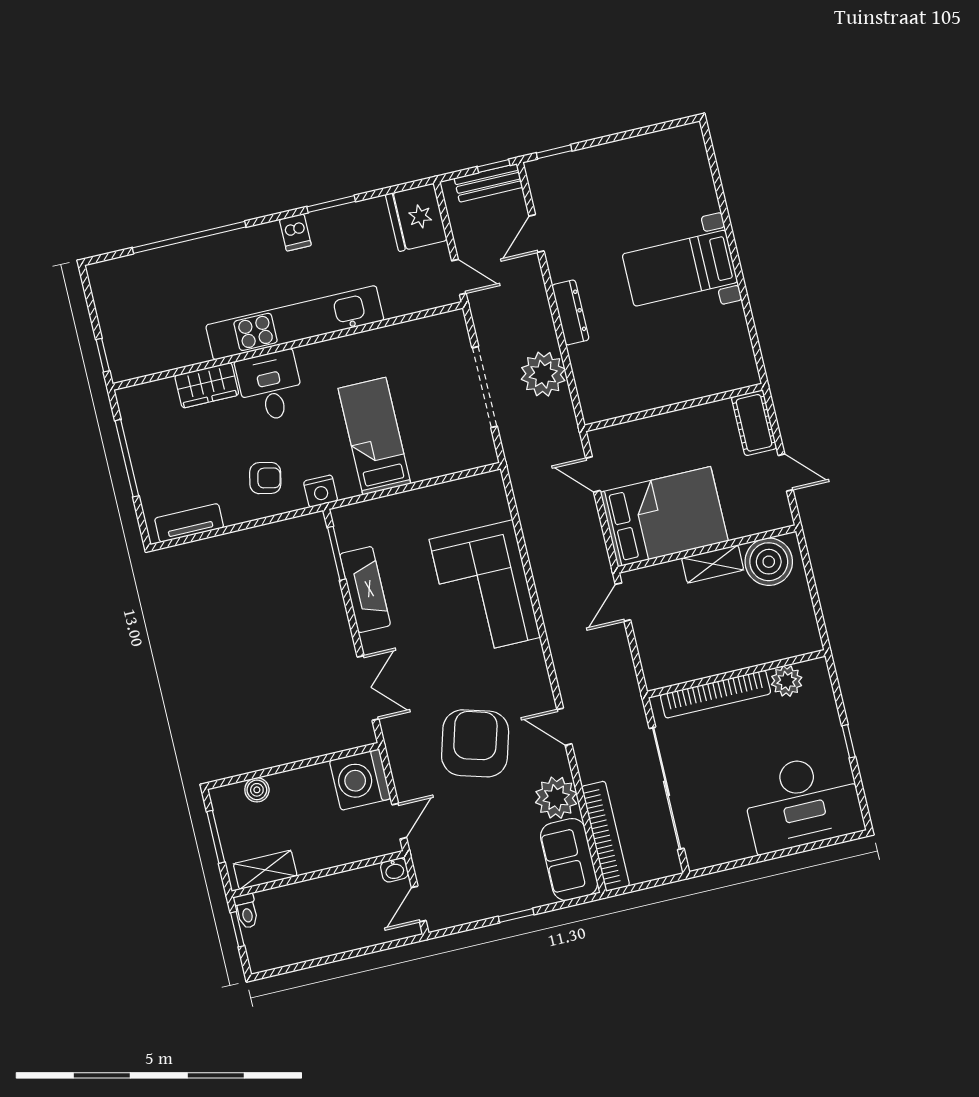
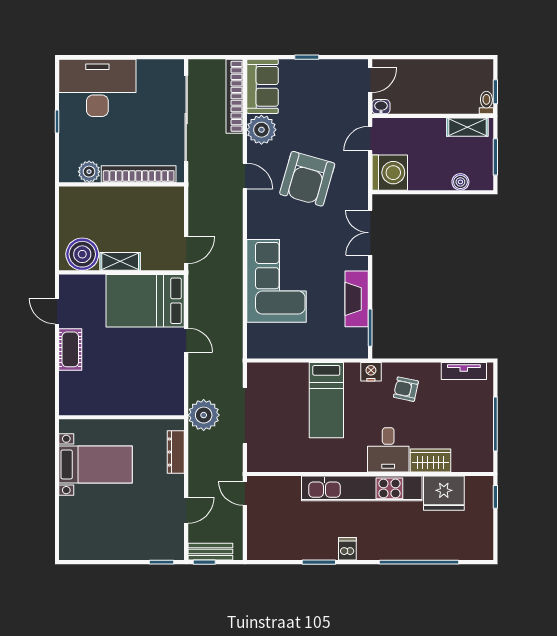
fridge: (416, 217) -> (444, 493), moved, turned 90
wall: (674, 407) -> (122, 417), moved

